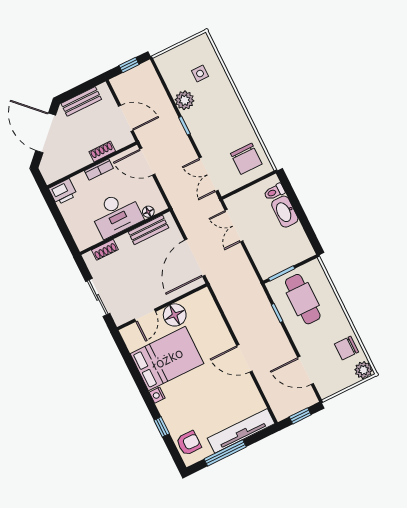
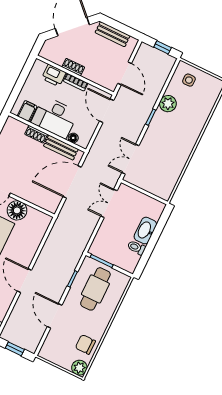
side table: (200, 73) -> (189, 80), moved
shoe rack: (102, 152) -> (73, 67), moved
chair: (246, 159) -> (161, 176), removed
printer: (63, 192) -> (54, 75), moved
toilet: (274, 192) -> (136, 248), moved
filing cabinet: (91, 235) -> (27, 111), added
shoe rack: (105, 250) -> (36, 134), moved
door: (195, 258) -> (72, 182), moved
door: (306, 370) -> (55, 316), moved

